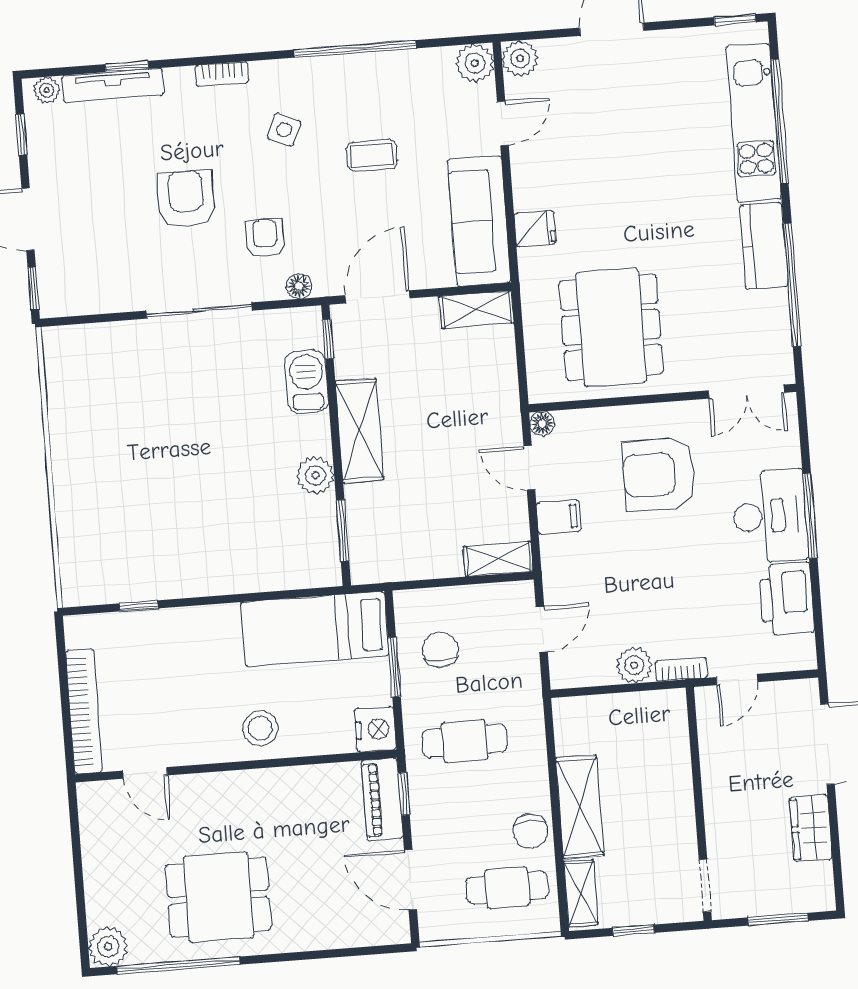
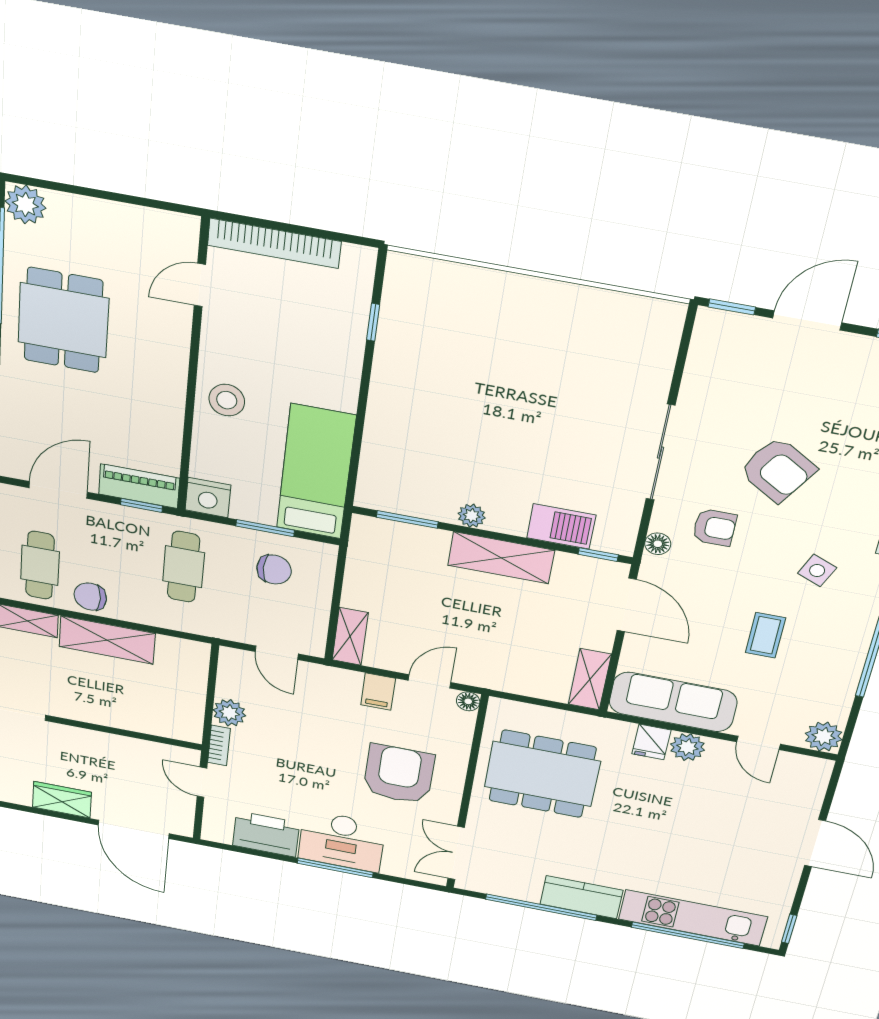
plant: (520, 59) -> (687, 747), moved
armchair: (186, 199) -> (778, 470), turned 32
plant: (315, 475) -> (472, 516), width x0.73, depth x0.73

